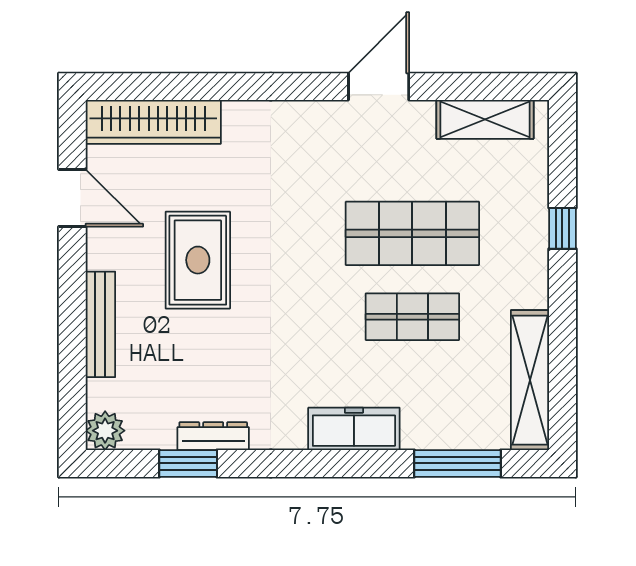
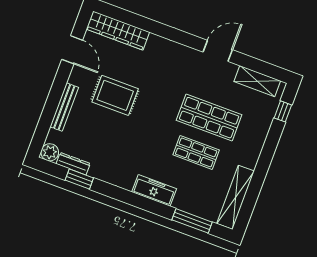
window: (562, 228) -> (283, 111), moved
rug: (198, 260) -> (115, 95), turned 90
dresser: (213, 436) -> (73, 164), moved

